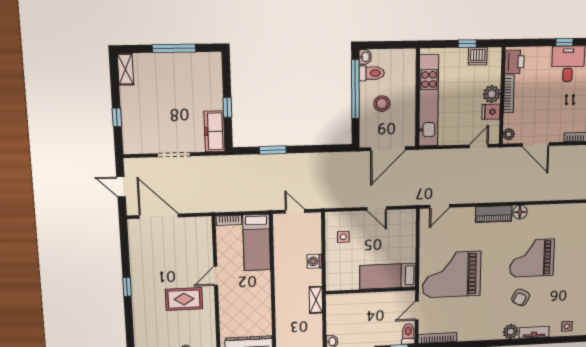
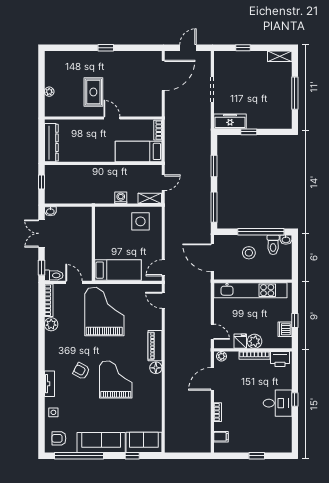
window: (325, 149) -> (214, 207), added
door: (377, 208) -> (163, 268), moved
side table: (343, 237) -> (140, 221), width x1.87, depth x1.87
bed: (388, 276) -> (118, 270), moved, turned 90
shelving: (316, 300) -> (150, 198), moved
plant: (511, 332) -> (51, 324), moved

